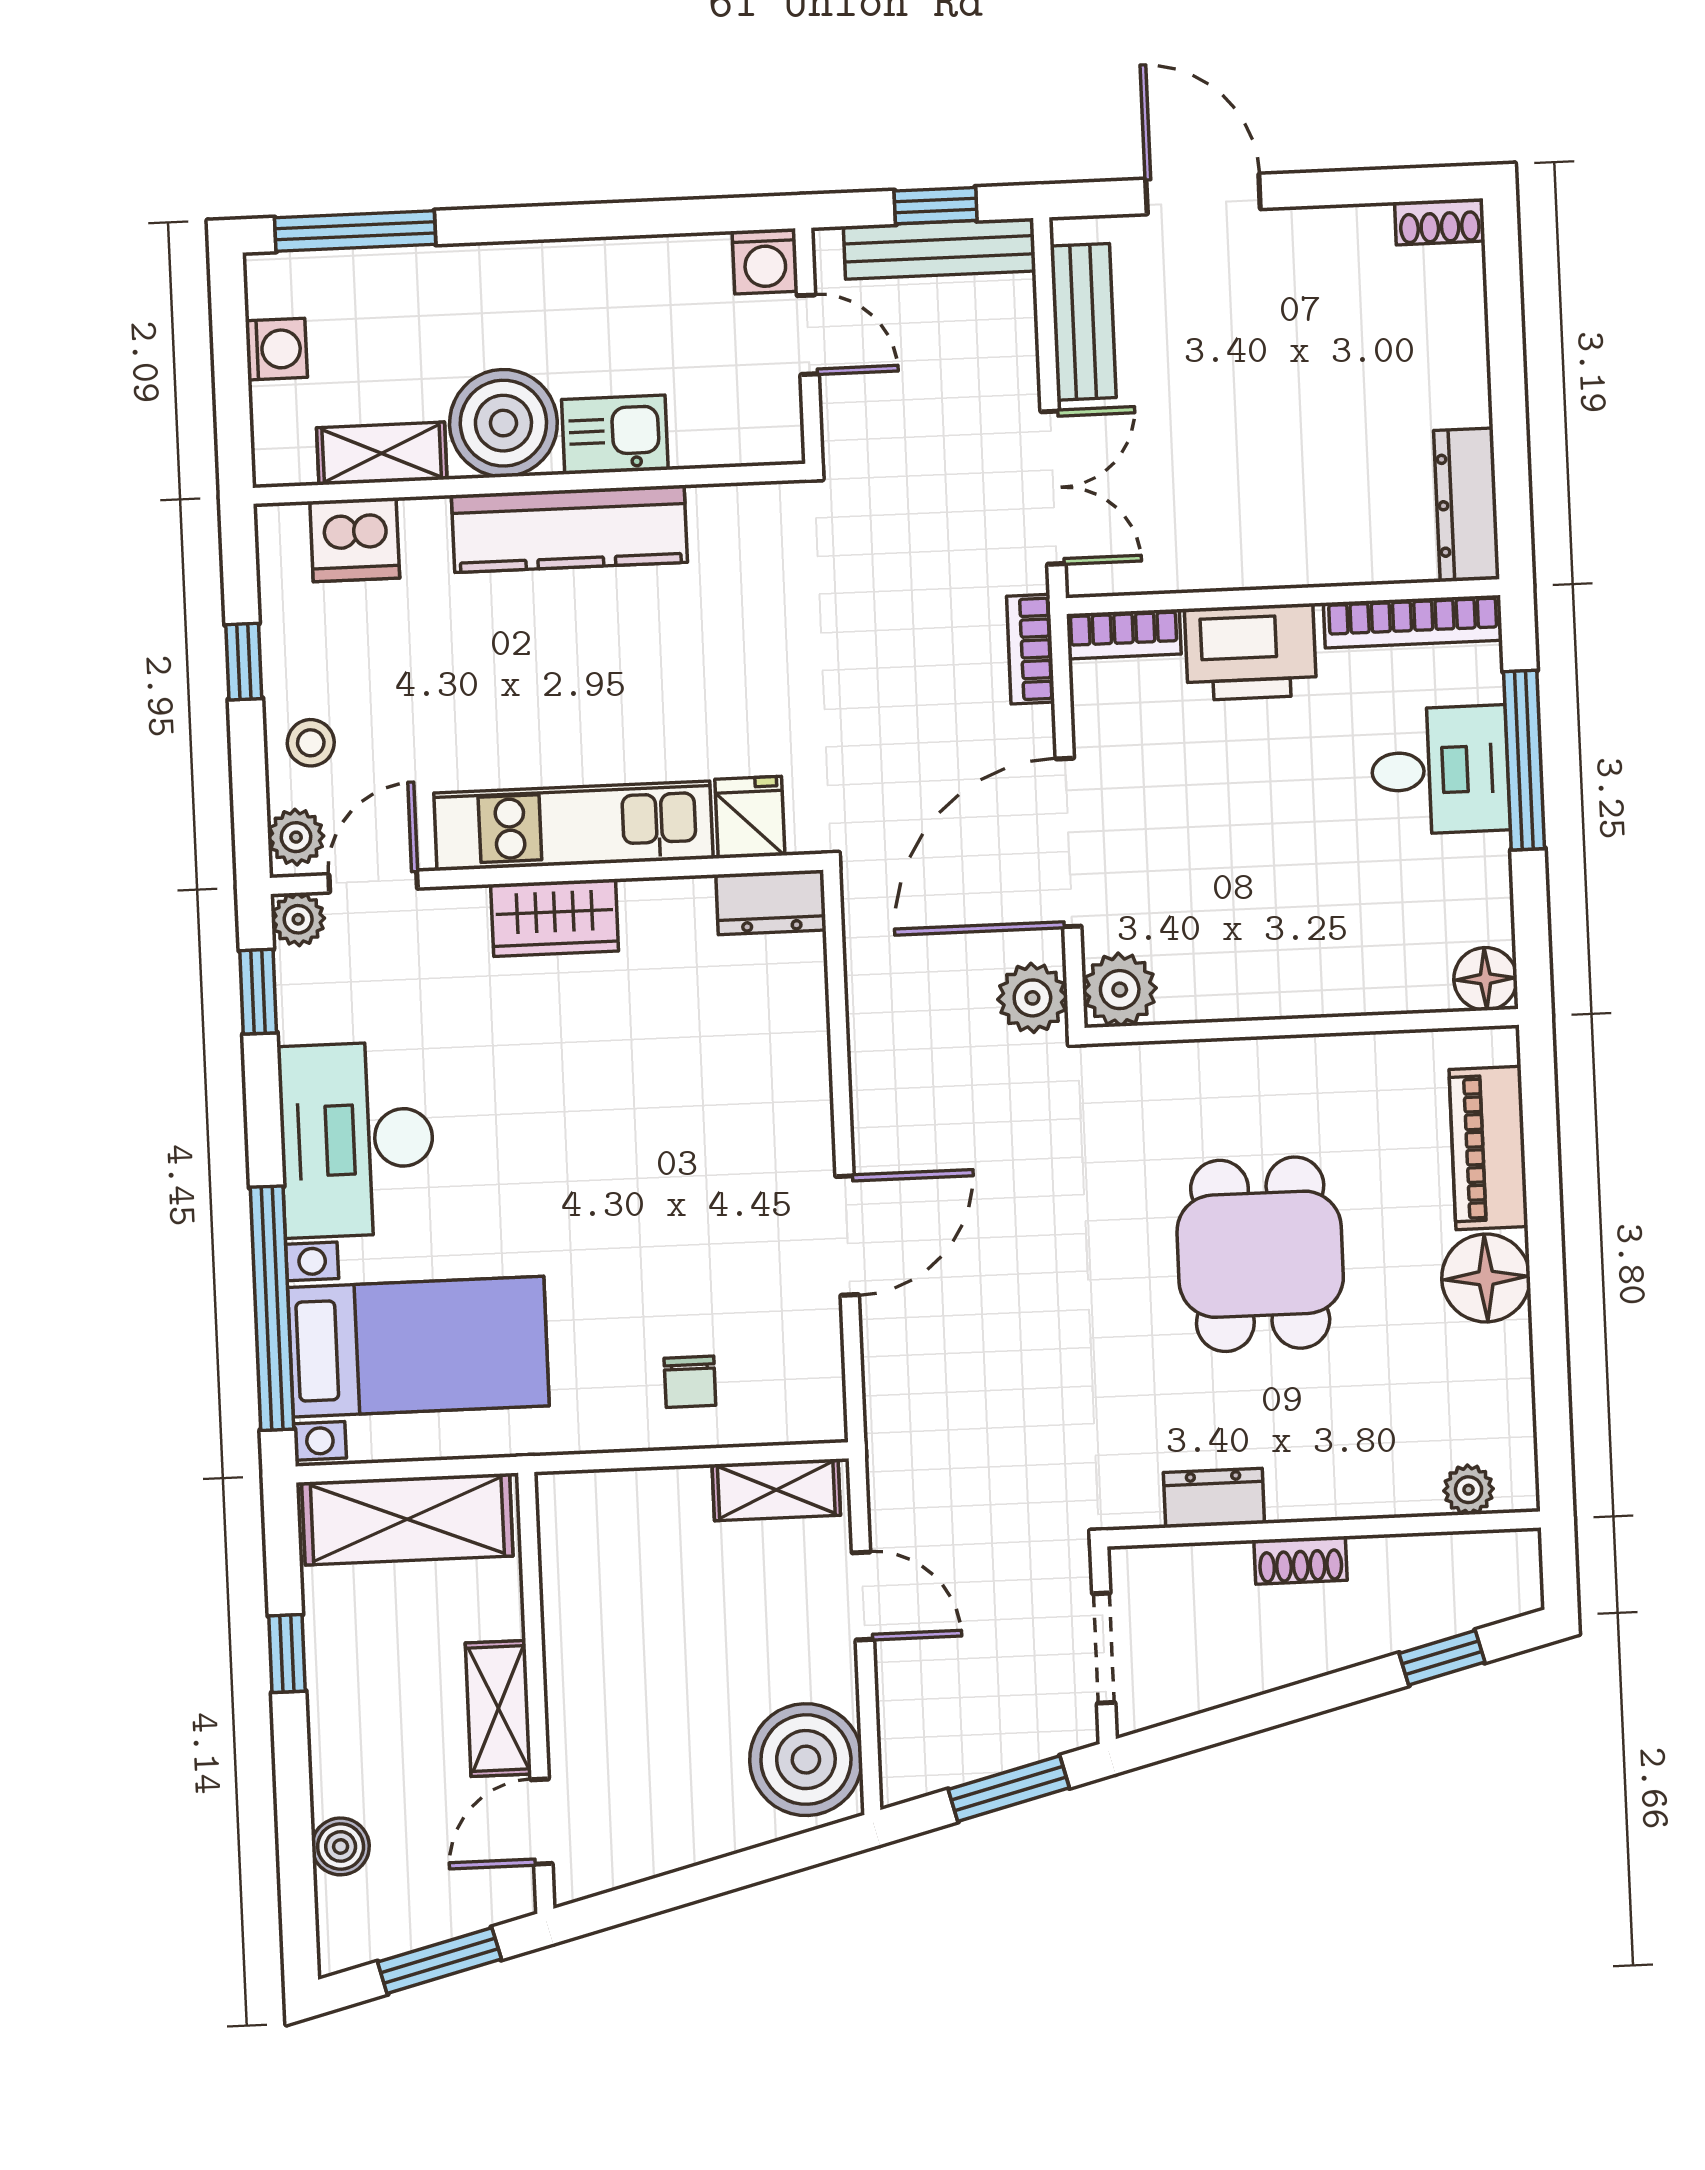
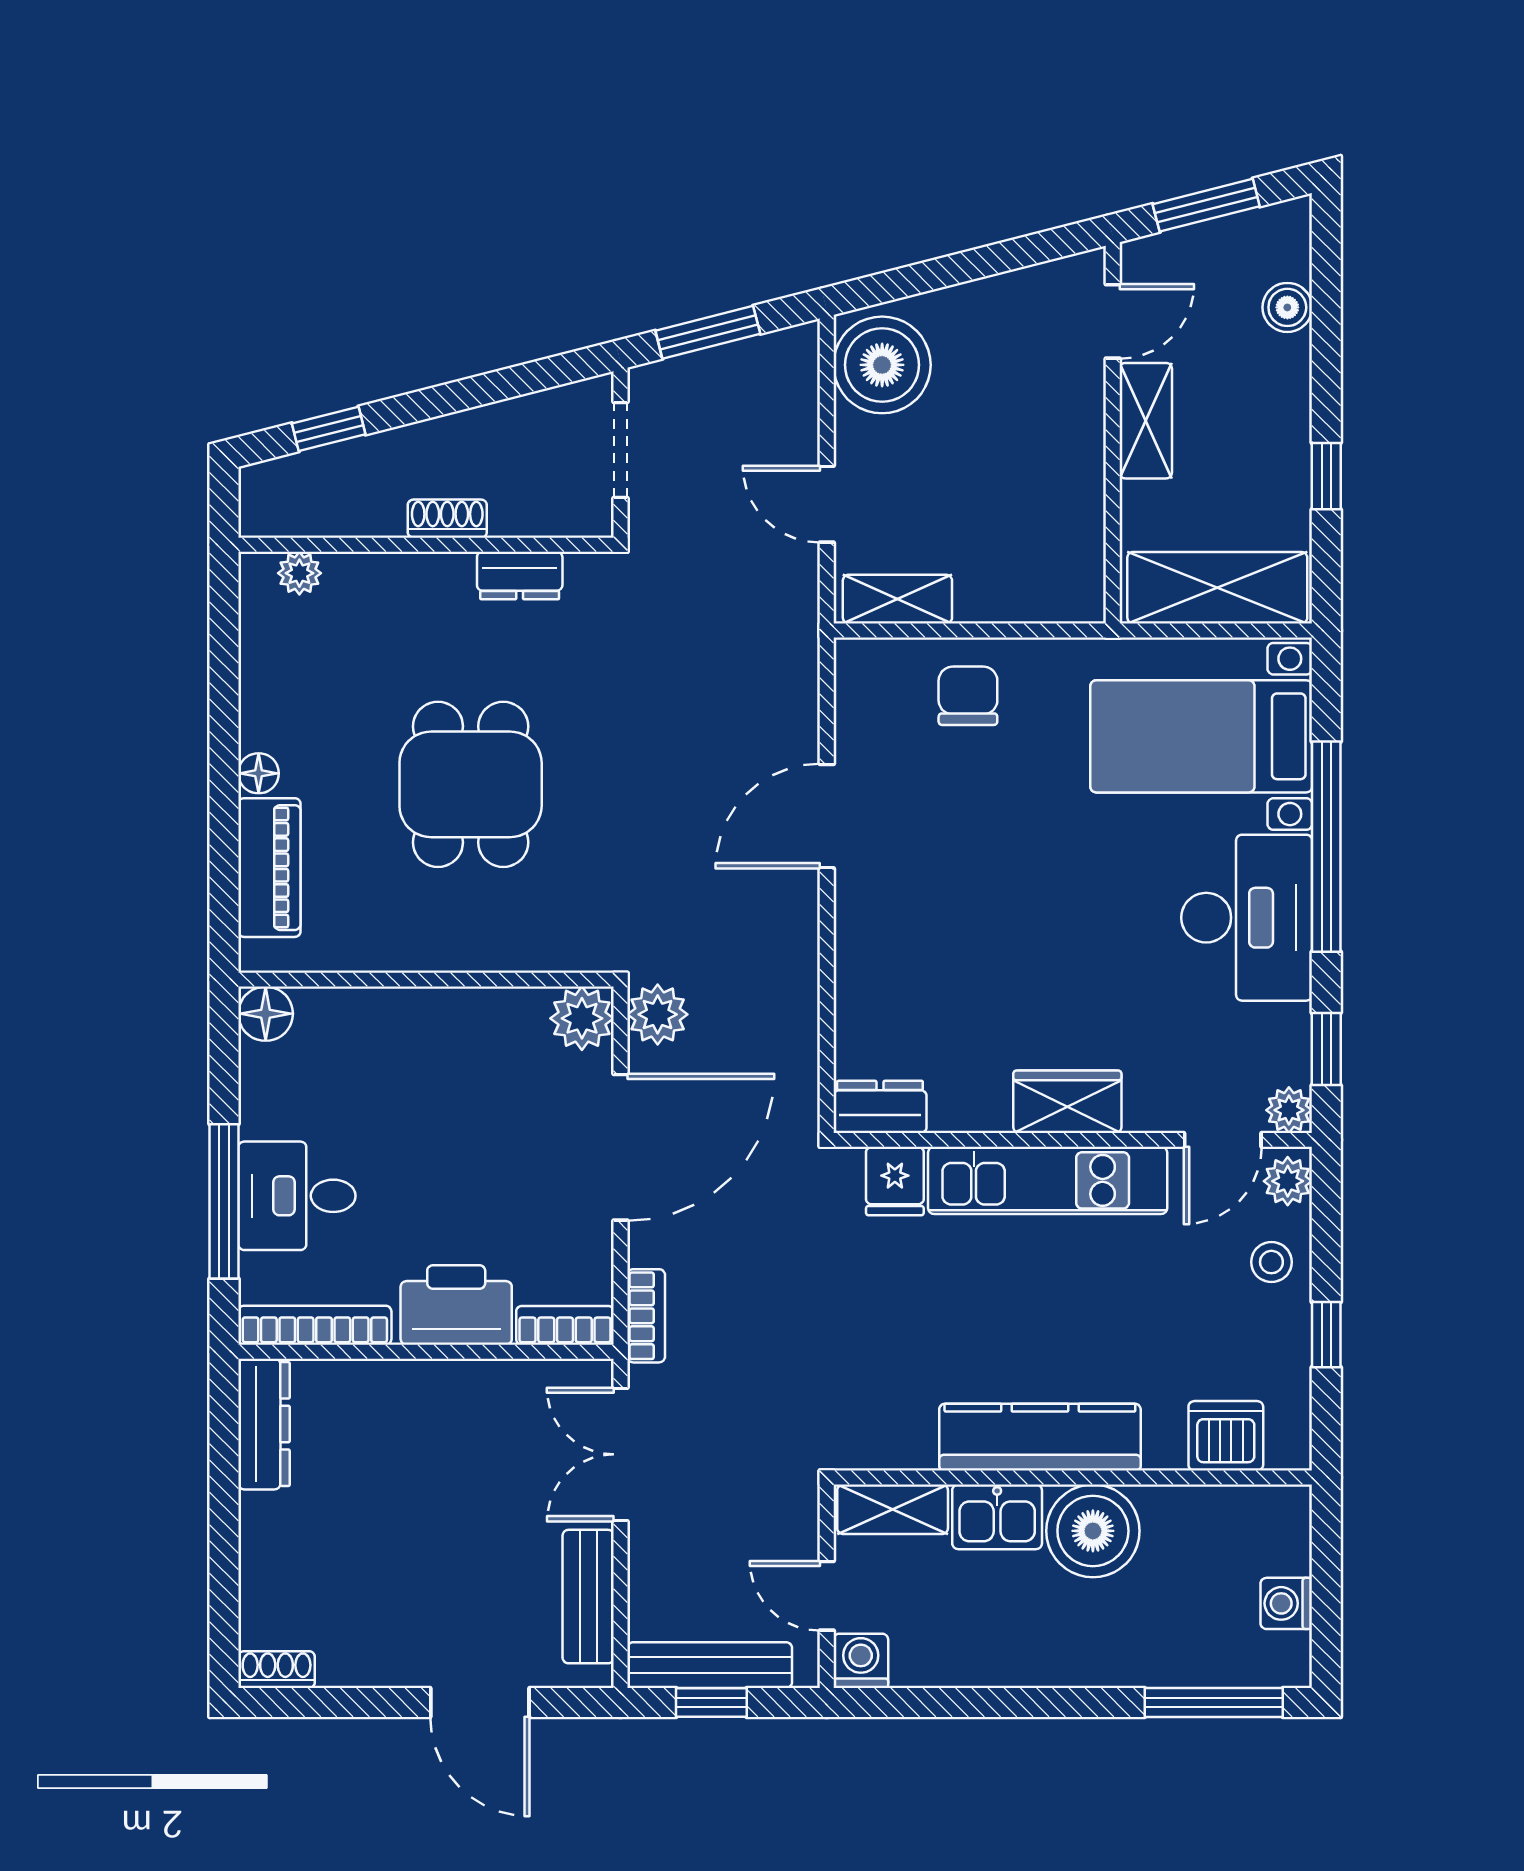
shelving: (382, 453) -> (893, 1509), moved
floor lamp: (1486, 1278) -> (259, 773), width x0.53, depth x0.53
window: (272, 1308) -> (1326, 847), moved
chair: (690, 1382) -> (968, 696), width x1.37, depth x1.37

